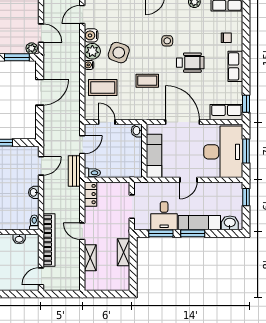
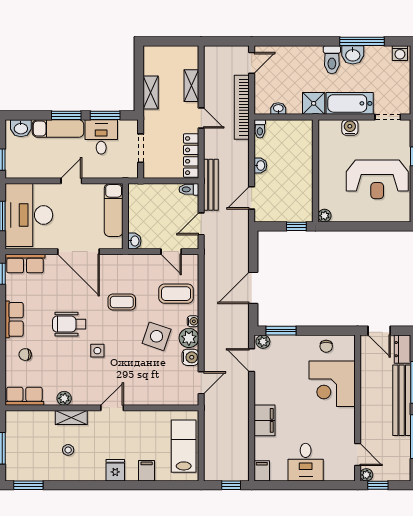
bench: (74, 171) -> (211, 185), width x1.36
locker: (91, 194) -> (191, 156), width x1.53

